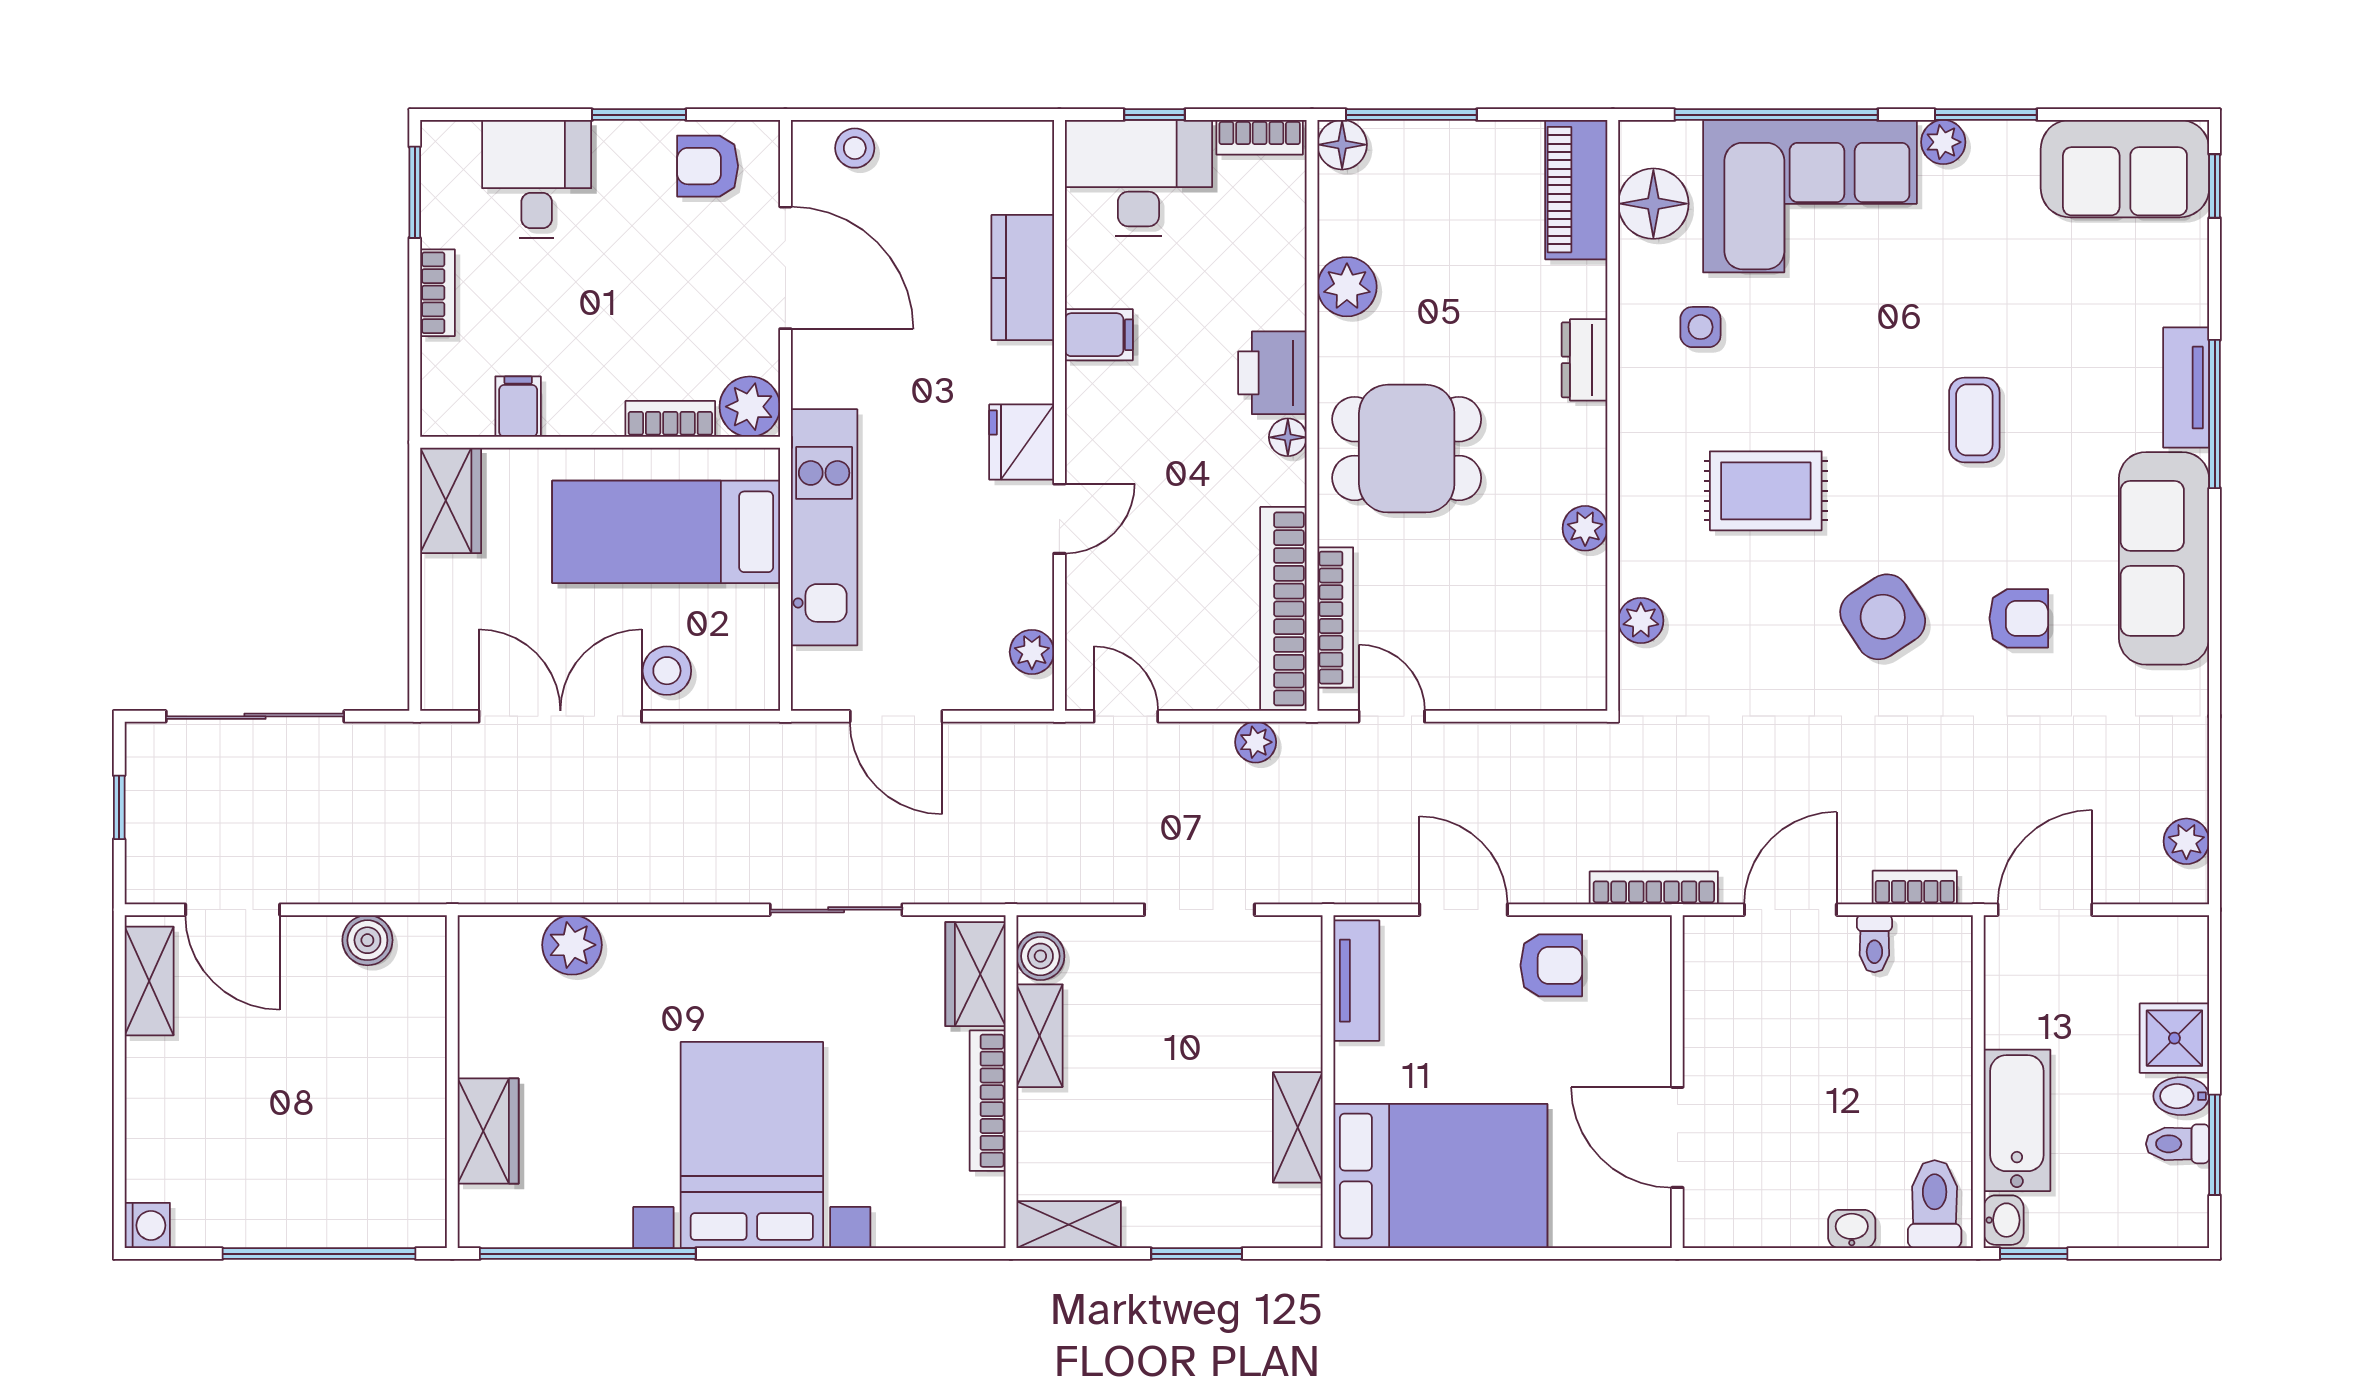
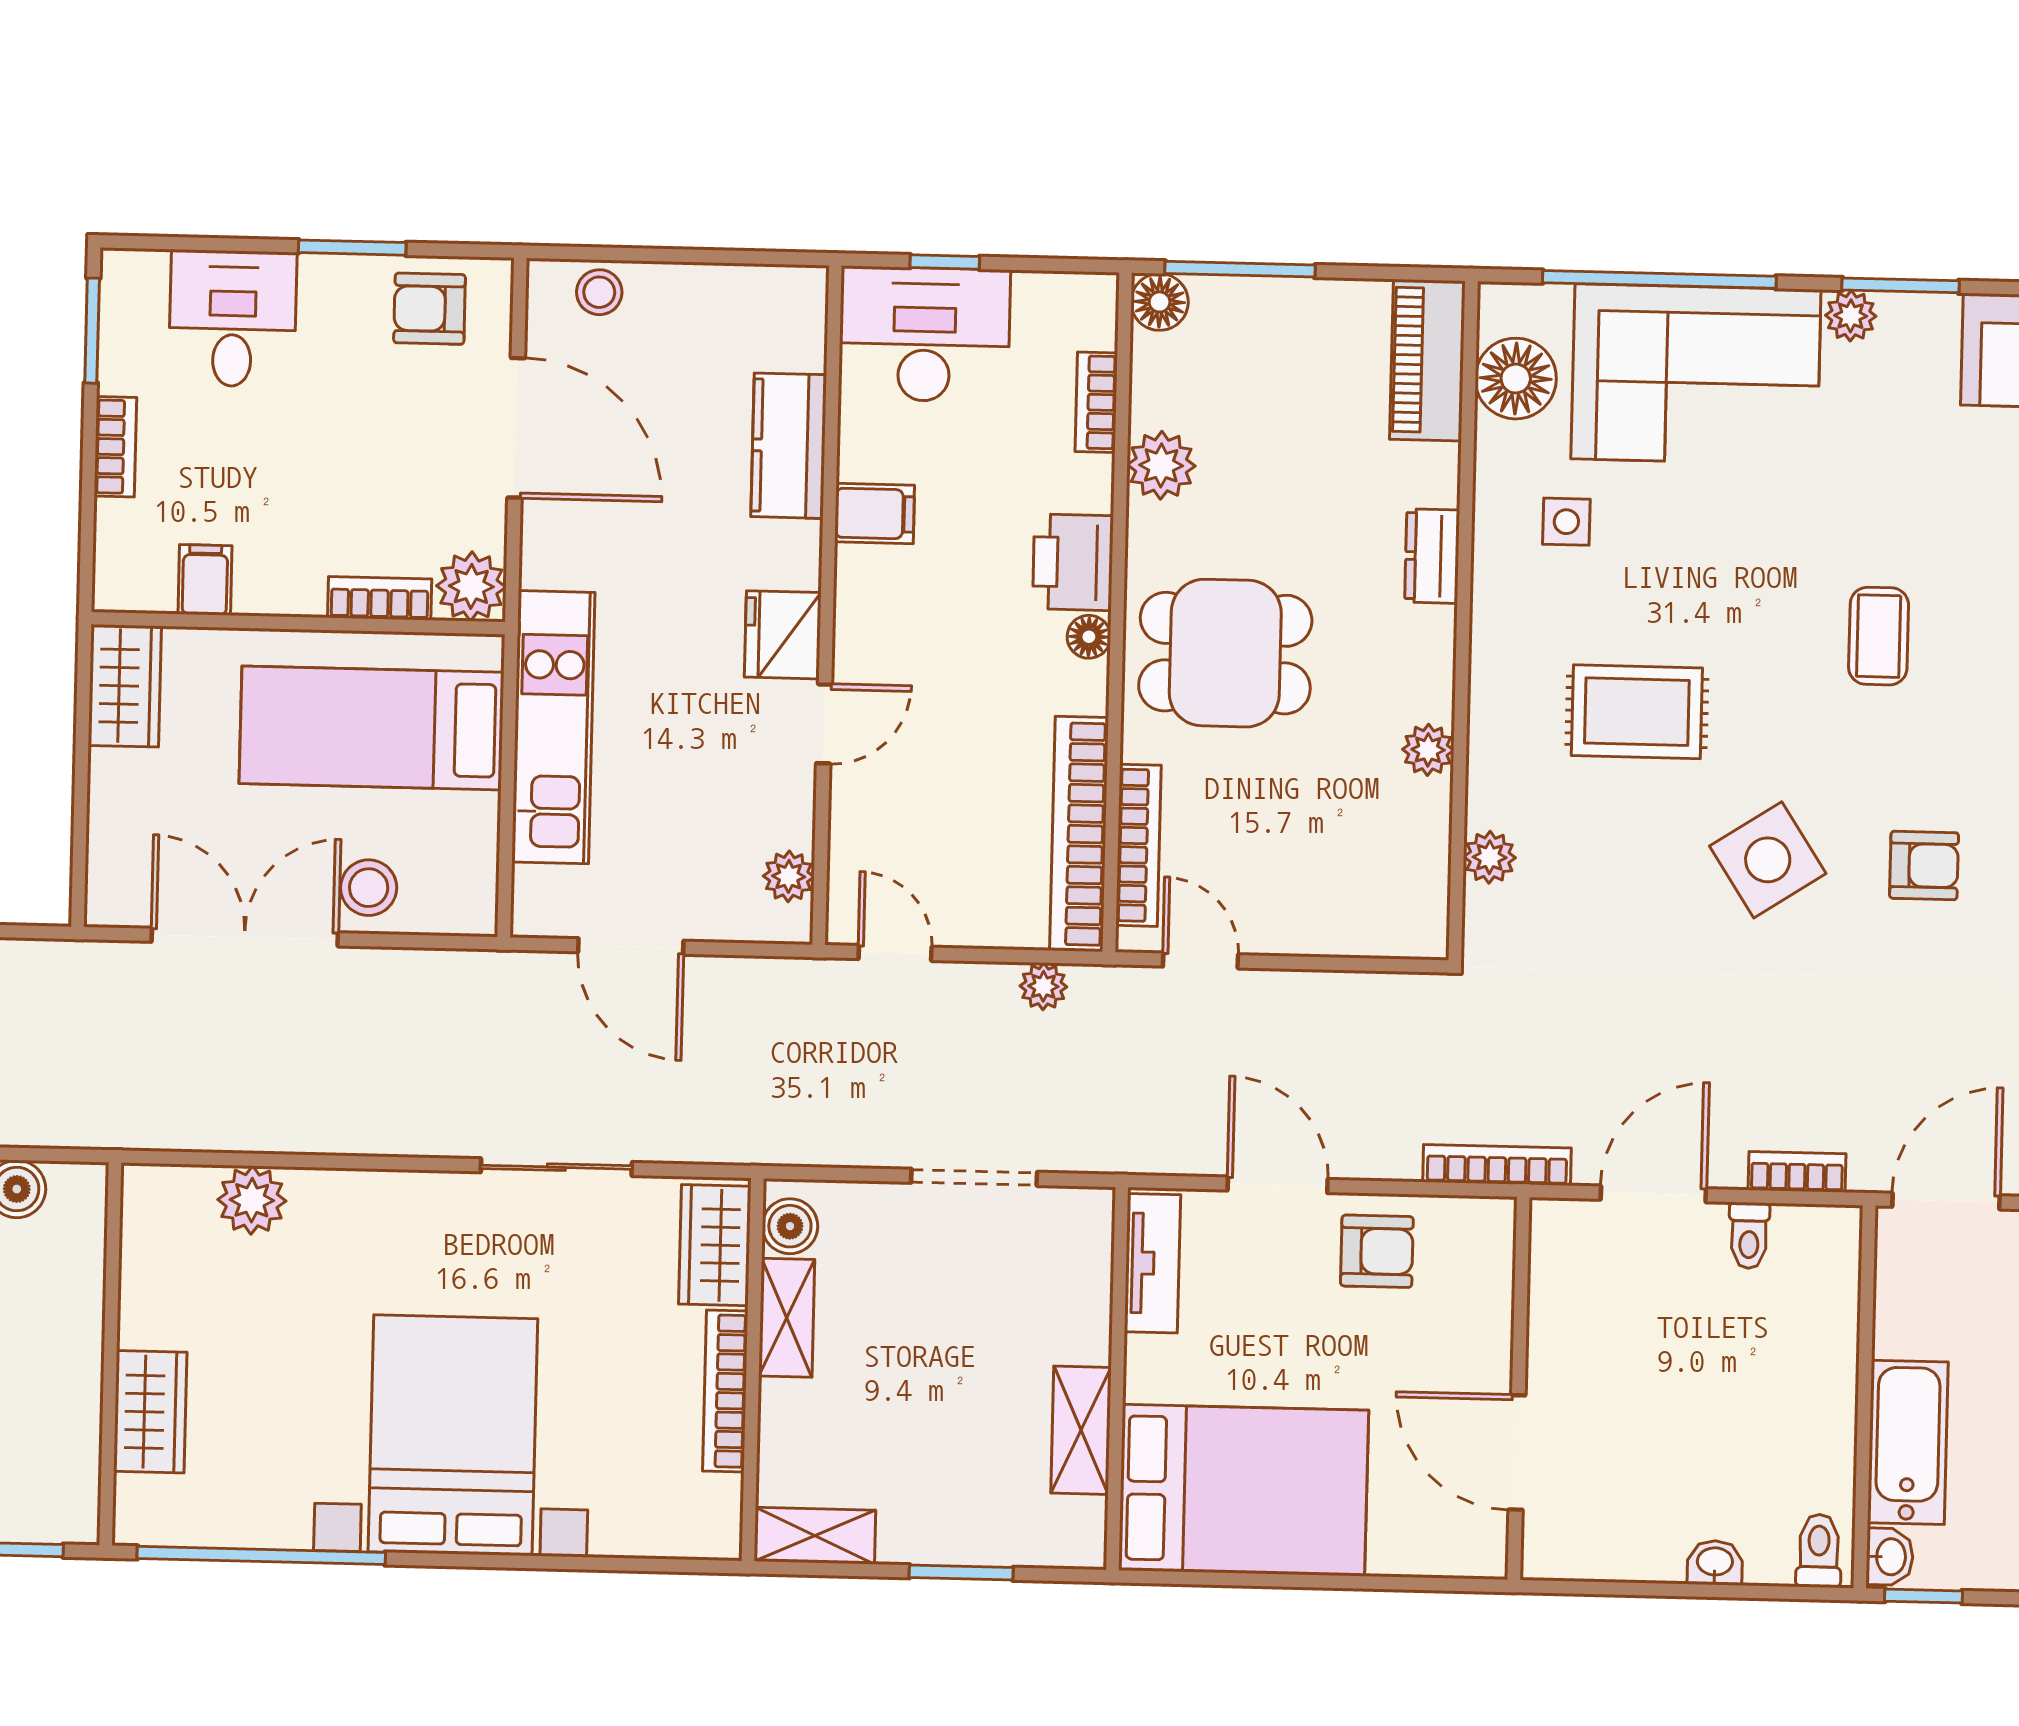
bookcase: (1260, 137) -> (1096, 402), moved, turned 90
toilet: (1935, 1204) -> (1819, 1551), width x0.73, depth x0.72

